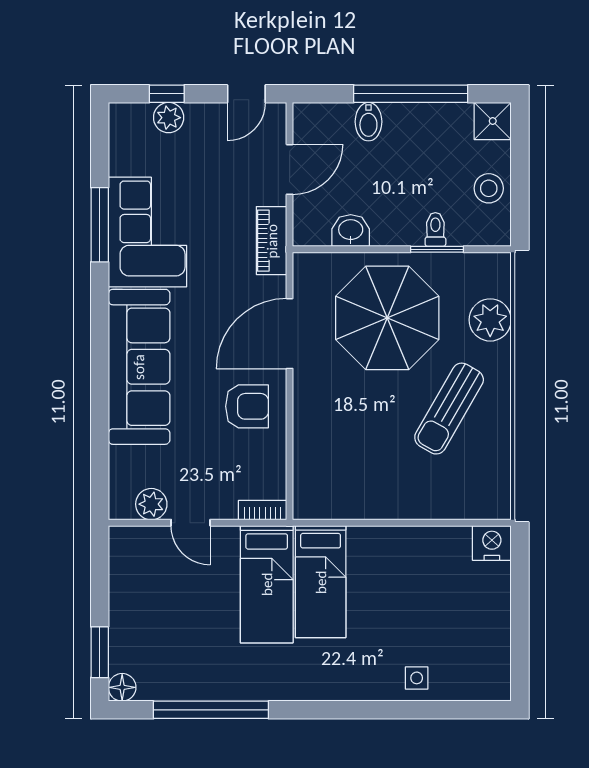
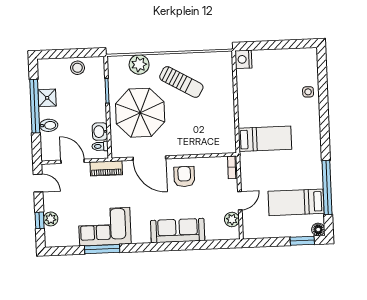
shower: (493, 121) -> (47, 98), moved
toilet: (435, 229) -> (100, 146), moved
sofa: (139, 367) -> (178, 231), width x0.74, depth x0.79
bed: (267, 584) -> (296, 202), moved, turned 180

